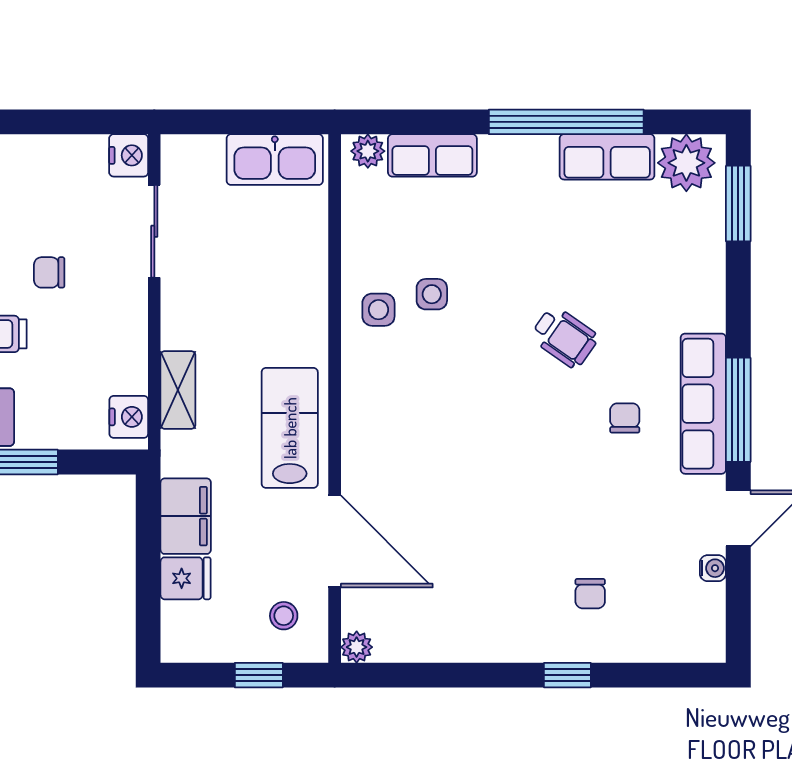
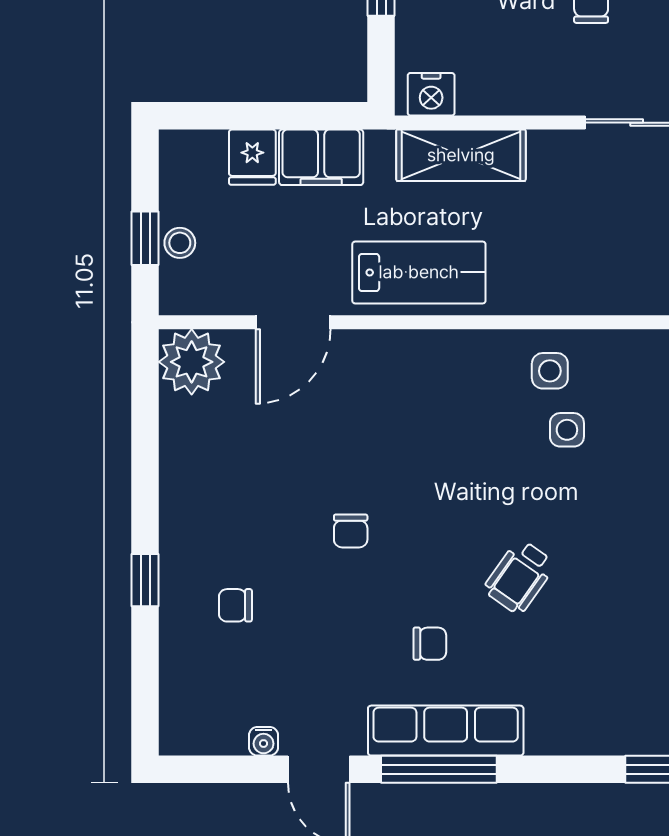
shelving: (178, 390) -> (461, 155), width x1.50, depth x1.33
chair: (523, 490) -> (351, 531), added
door: (335, 541) -> (293, 322), width x0.73
stool: (284, 616) -> (180, 243), moved
plant: (357, 647) -> (192, 362), width x1.88, depth x1.88

